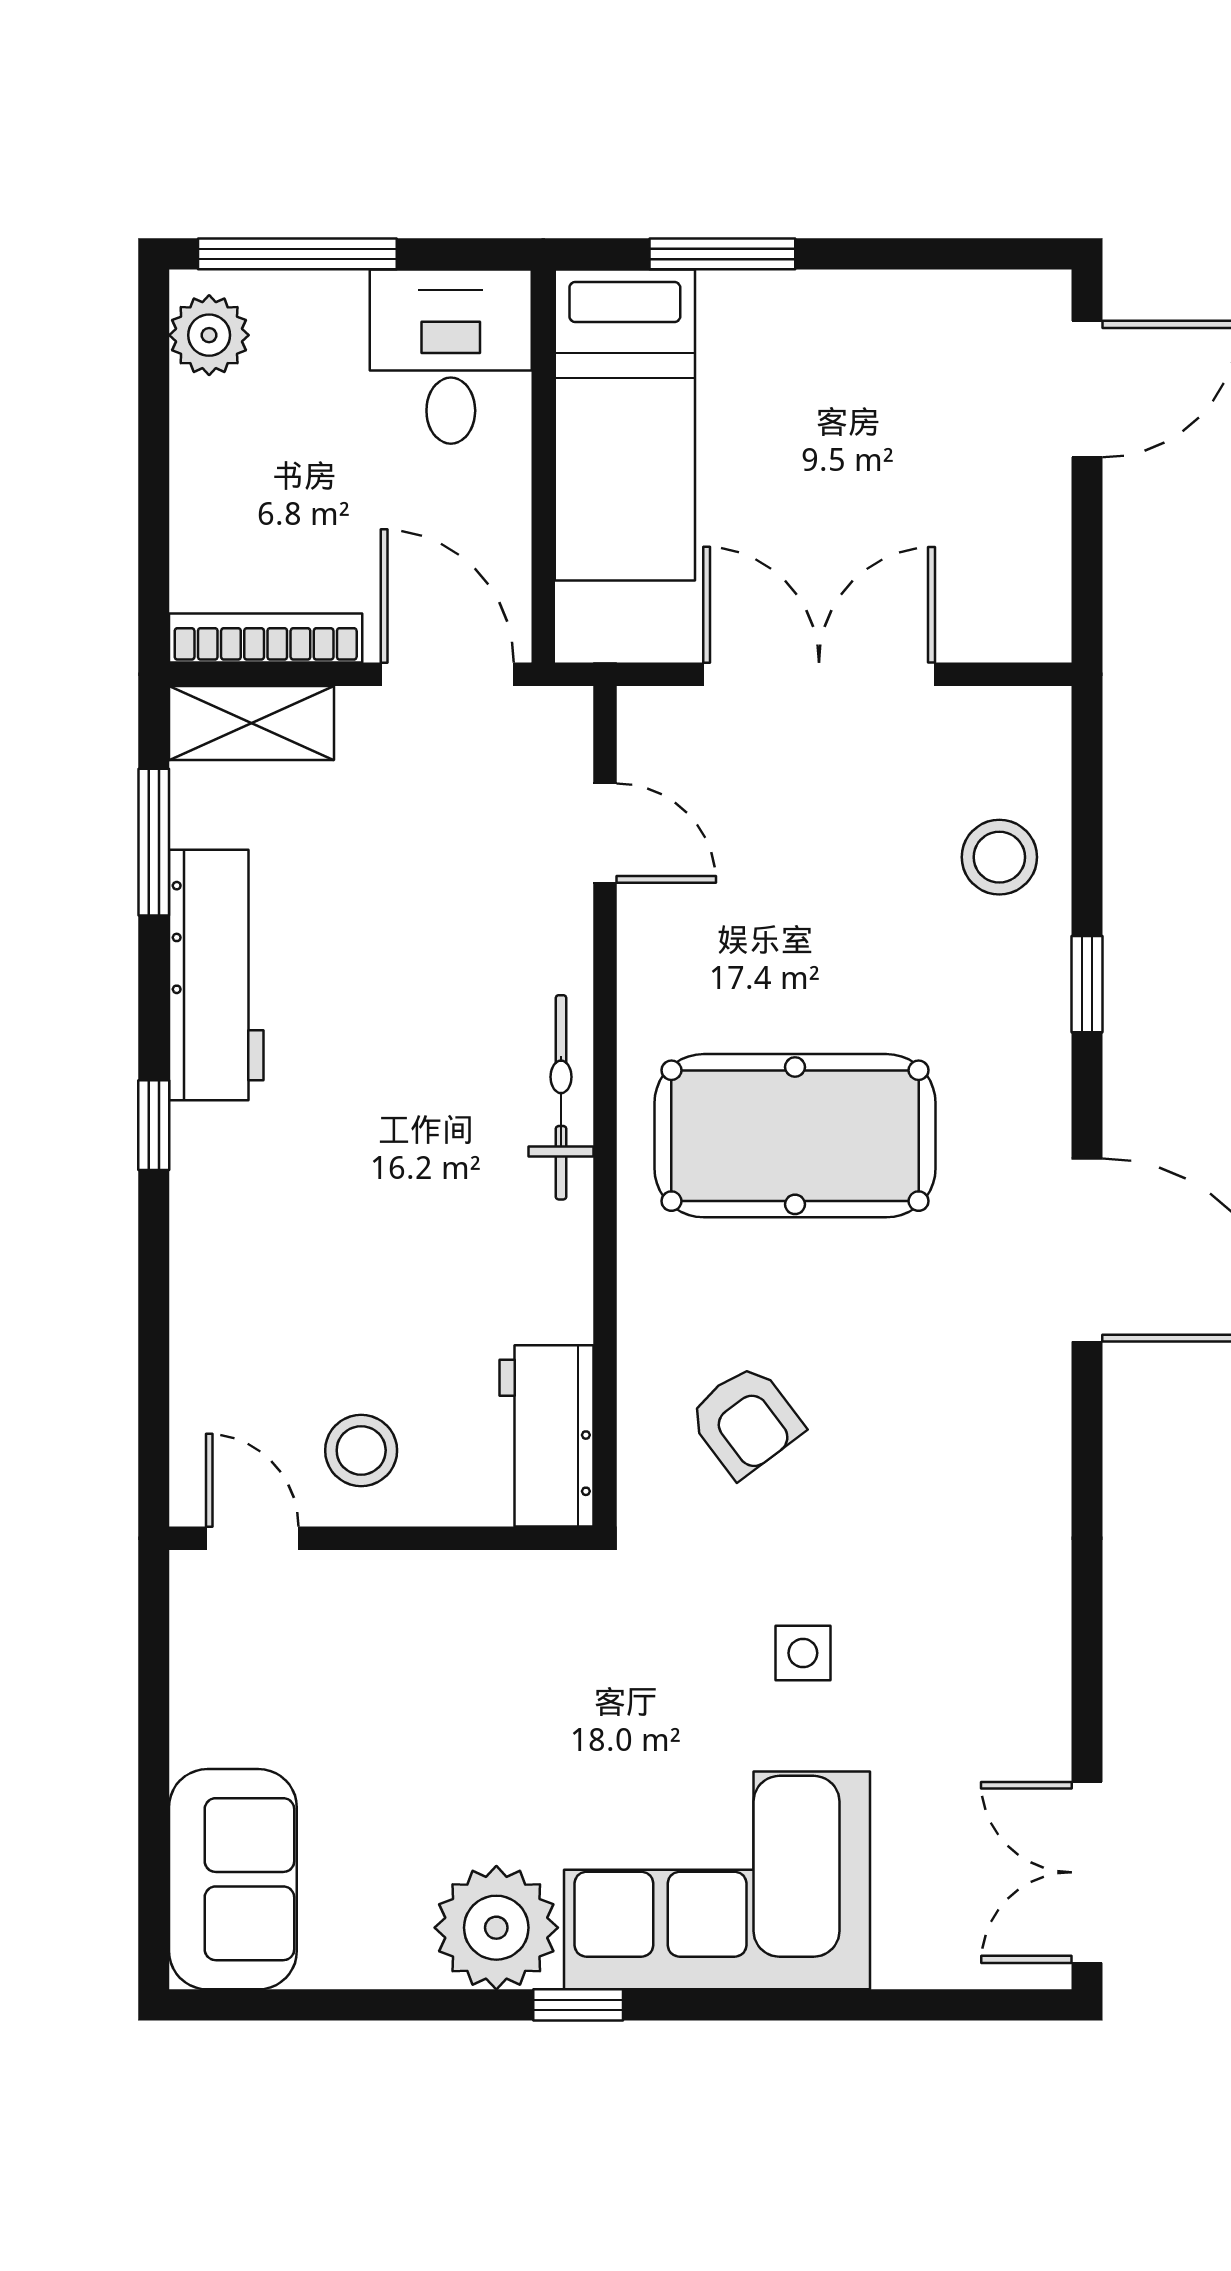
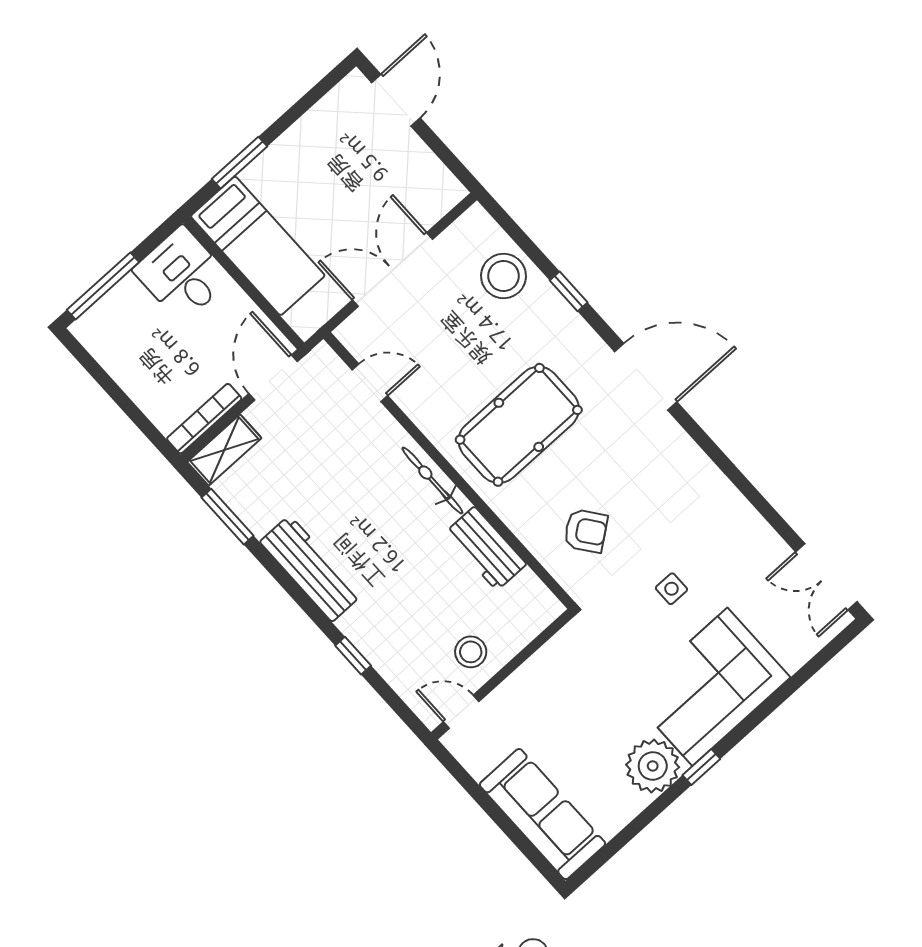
plant: (209, 335) -> (98, 338), removed
door: (447, 674) -> (273, 378), hinge flipped
stool: (999, 857) -> (504, 276), width x1.38, depth x1.38
workbench: (216, 975) -> (311, 568), moved
window: (154, 1125) -> (353, 656), moved
workbench: (547, 1436) -> (486, 549), moved
sofa: (233, 1879) -> (542, 814), width x1.36

